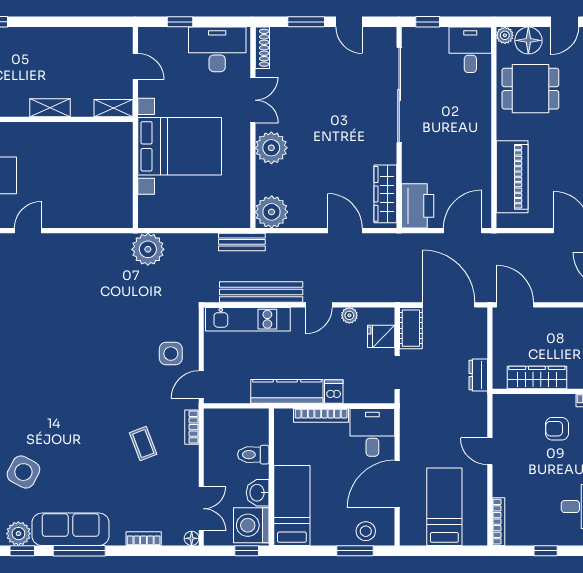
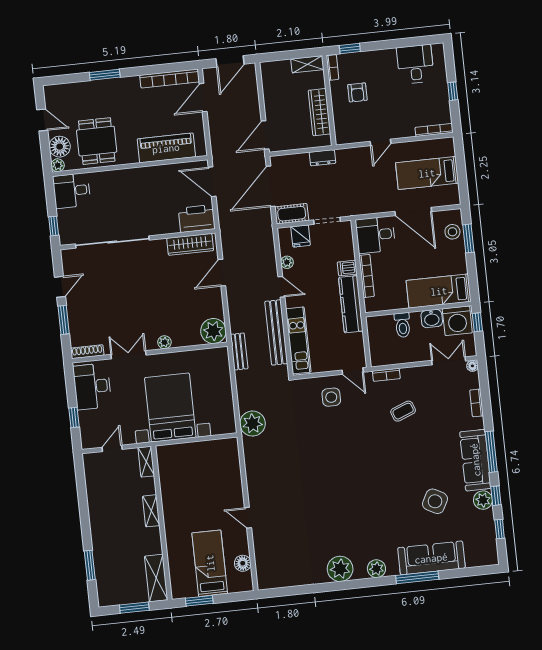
plant: (271, 148) -> (164, 342), width x0.53, depth x0.53

